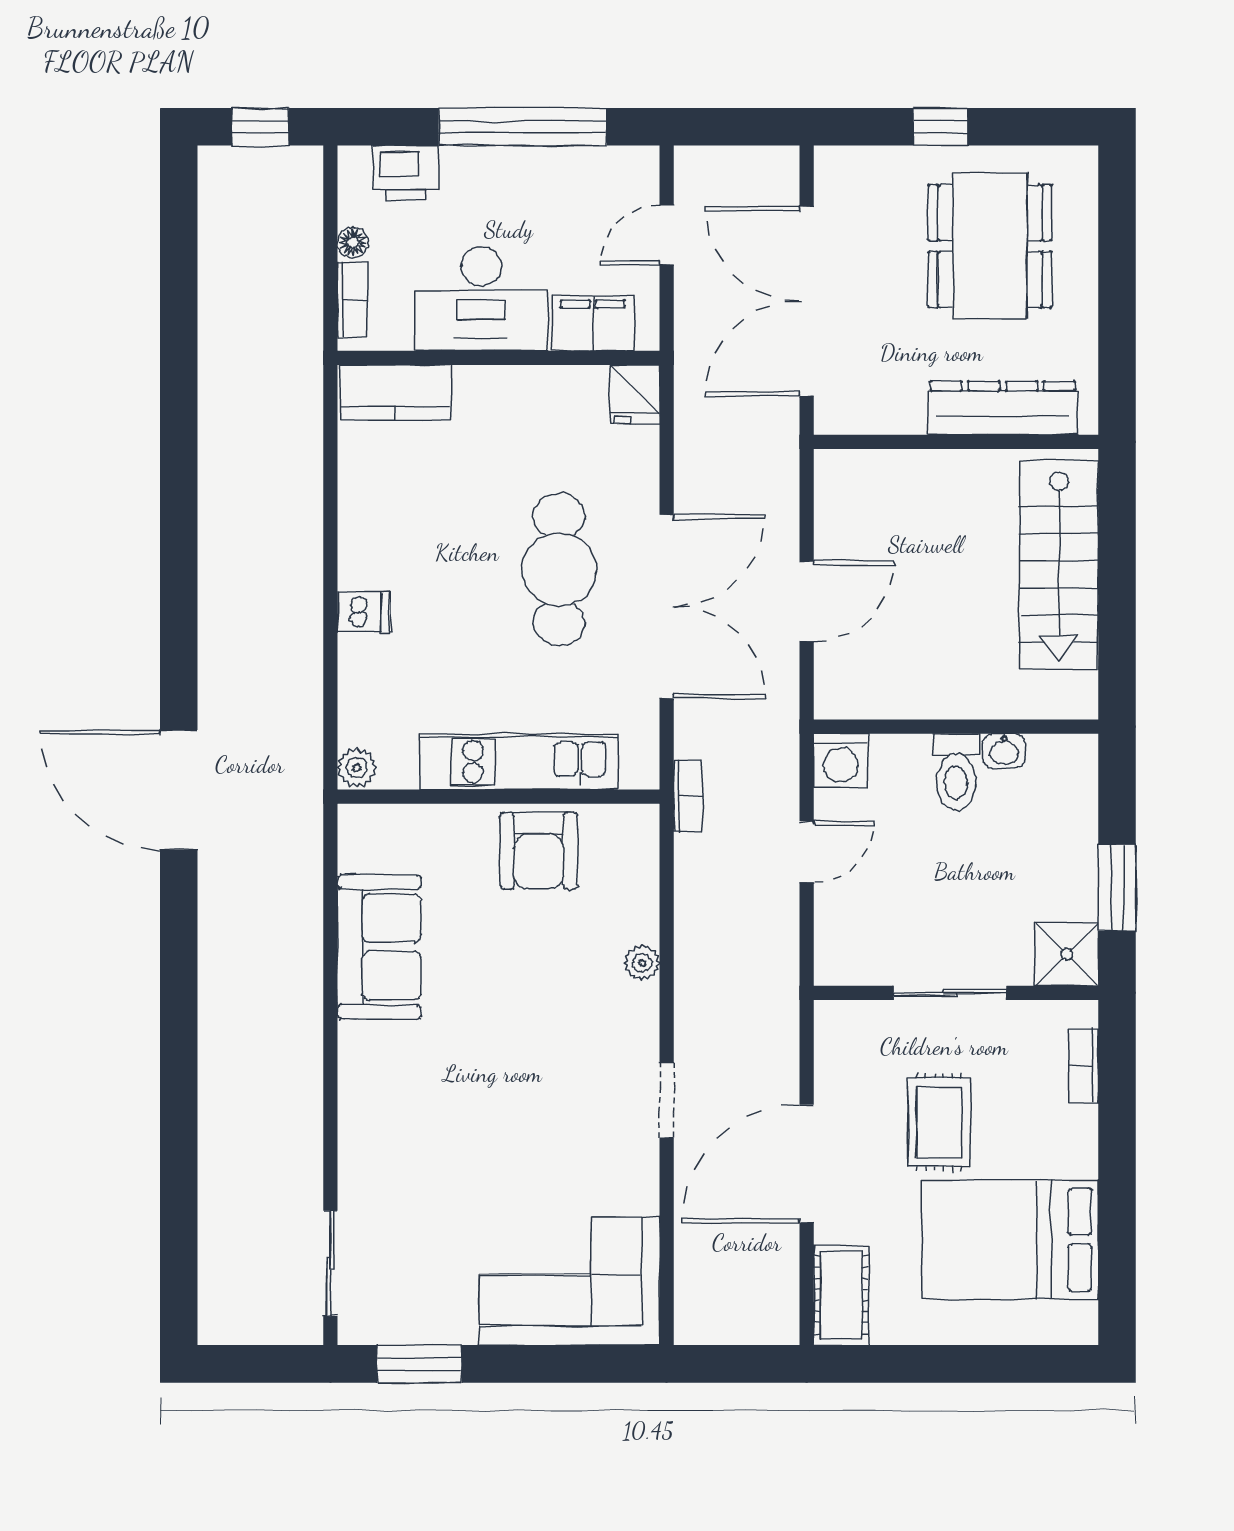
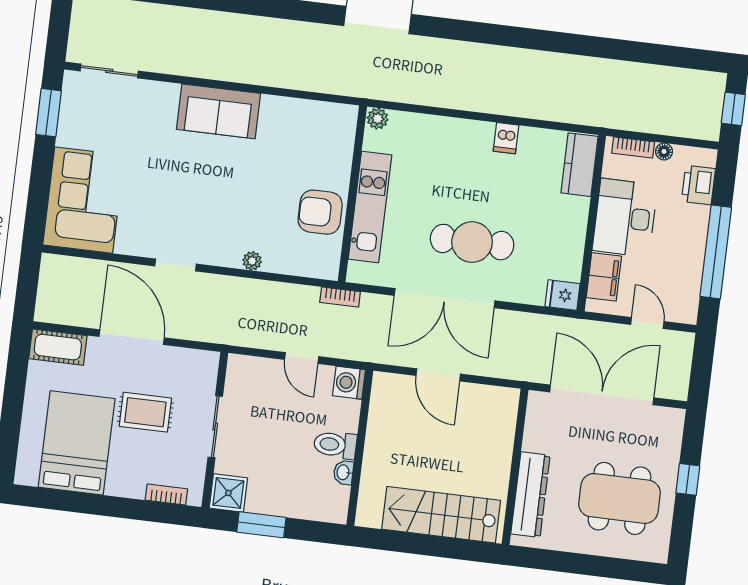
dishwasher: (364, 612) -> (506, 138), moved
sofa: (379, 947) -> (218, 111), moved

